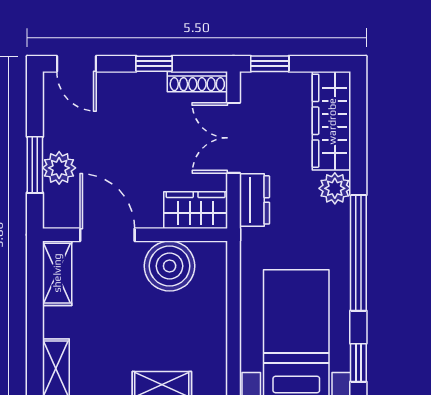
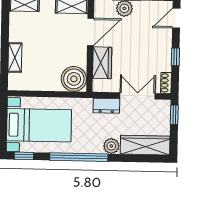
shoe rack: (197, 82) -> (166, 83), width x0.70
wardrobe: (196, 210) -> (102, 63), moved
boiler: (170, 266) -> (74, 79), moved

